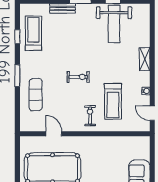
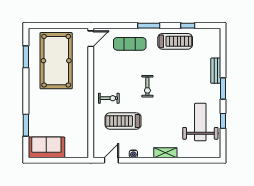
weight bench: (114, 24) -> (200, 122), turned 90
treadmill: (33, 33) -> (175, 41), moved
door: (54, 134) -> (91, 39), moved

